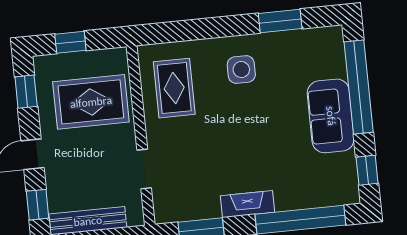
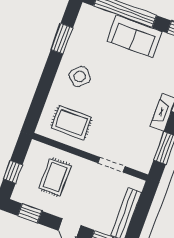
side table: (241, 70) -> (80, 77), turned 45
rug: (91, 102) -> (55, 177), width x0.73, depth x0.70

